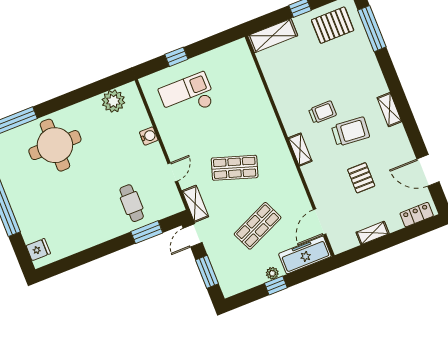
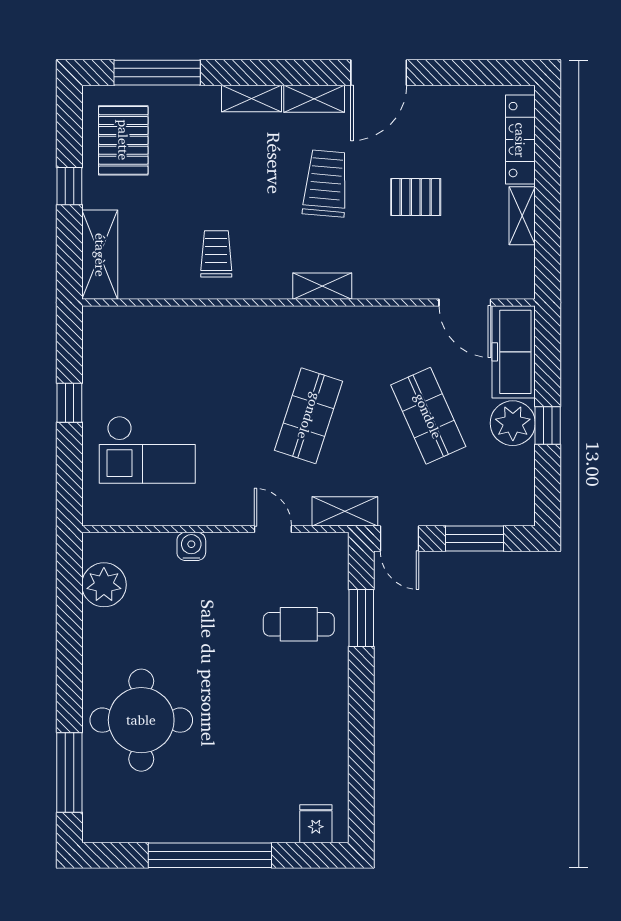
window: (176, 57) -> (69, 403), moved
shelving: (377, 79) -> (251, 98), added
checkout: (187, 96) -> (147, 450), turned -90
trolley: (322, 112) -> (216, 254), moved
door: (428, 170) -> (379, 73), moved
locker: (417, 215) -> (520, 140), width x1.53
plant: (272, 273) -> (513, 423), width x1.87, depth x1.87

